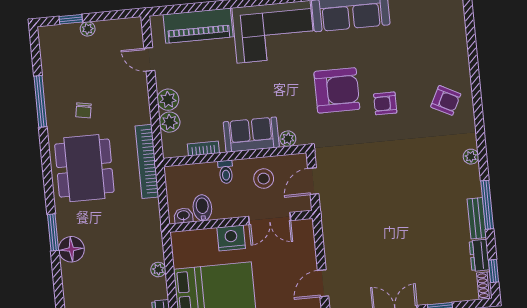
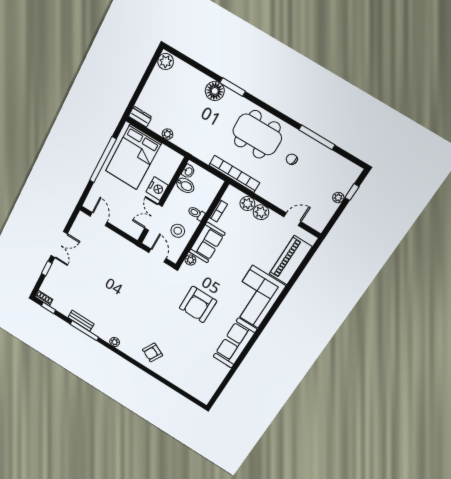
armchair: (385, 103) -> (173, 323), removed
dresser: (479, 255) -> (61, 307), removed

